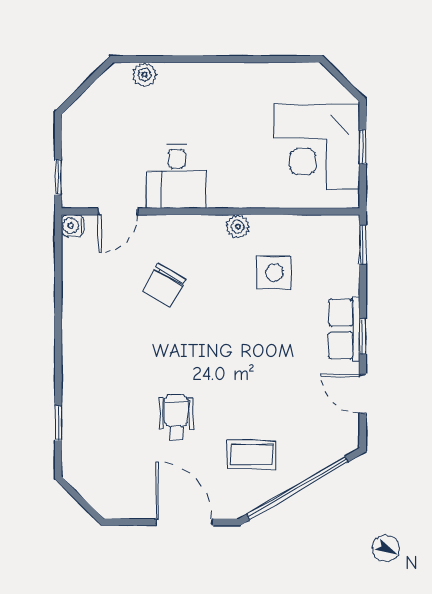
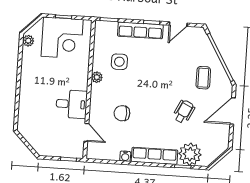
plant: (145, 75) -> (28, 41), moved
water cooler: (72, 226) -> (125, 156), moved
chair: (164, 285) -> (122, 113), turned 150
row of seats: (344, 329) -> (140, 30), width x1.48
row of seats: (77, 361) -> (154, 156), added
wheelchair: (176, 418) -> (184, 112), turned 116
plant: (86, 437) -> (190, 154), added

